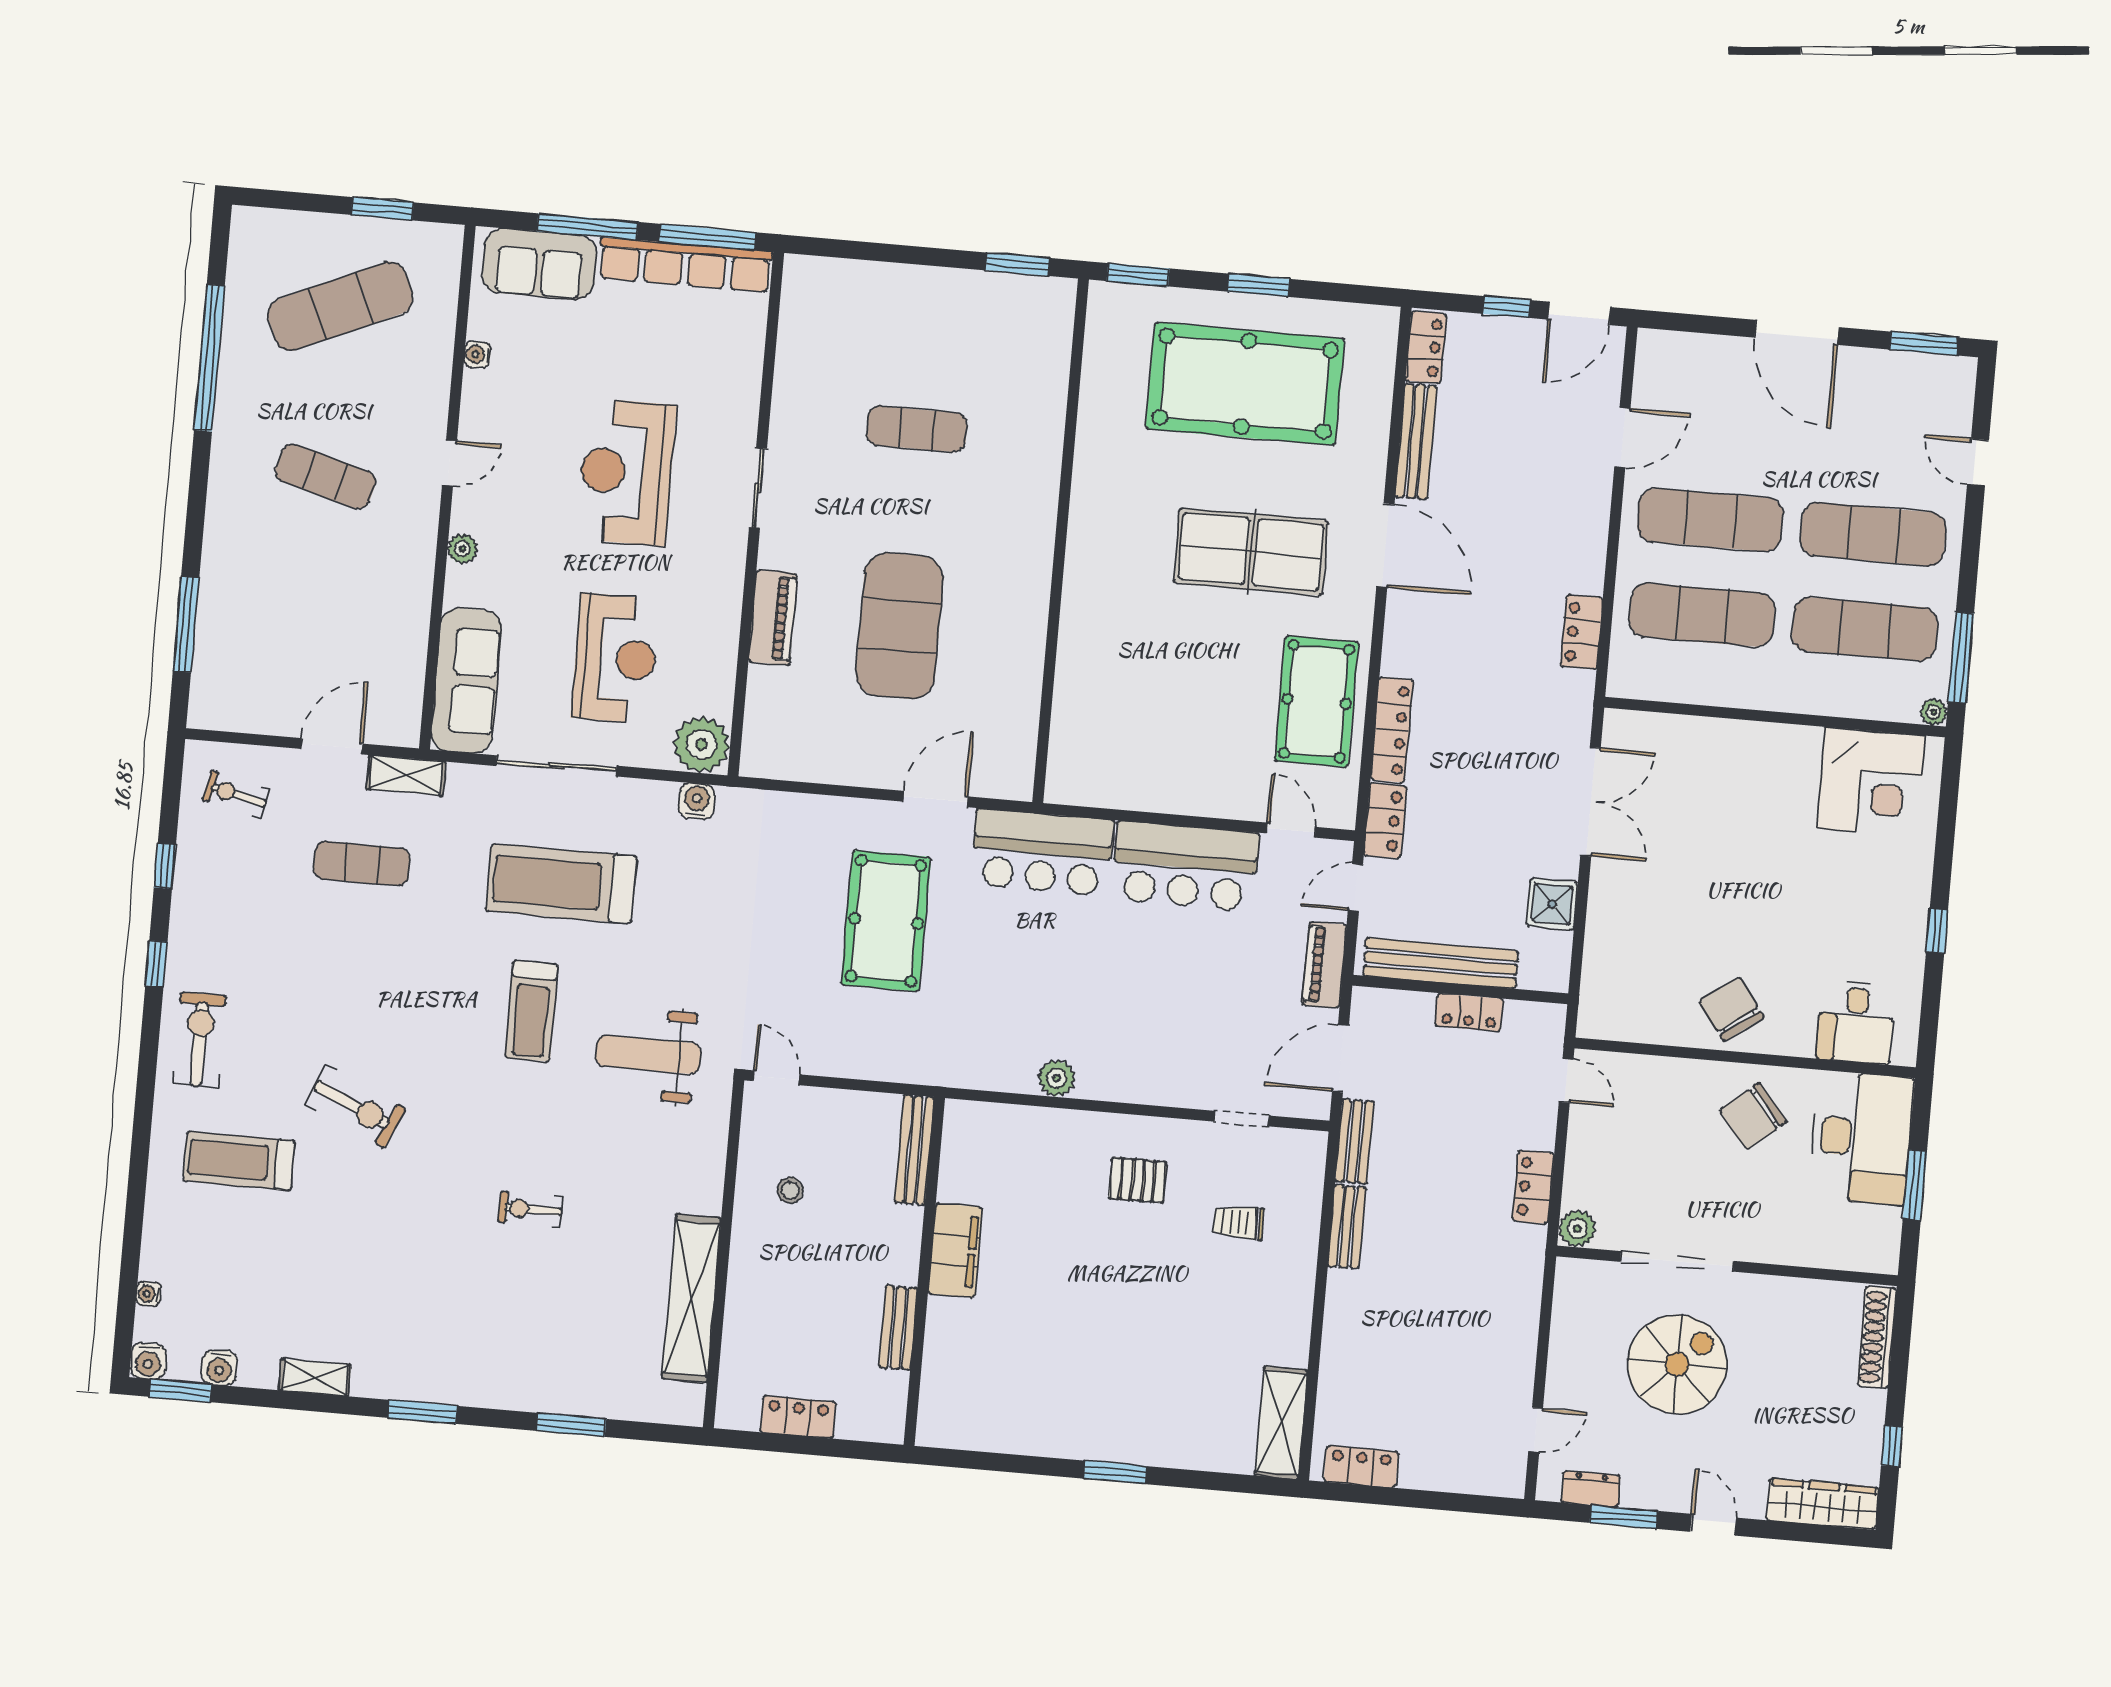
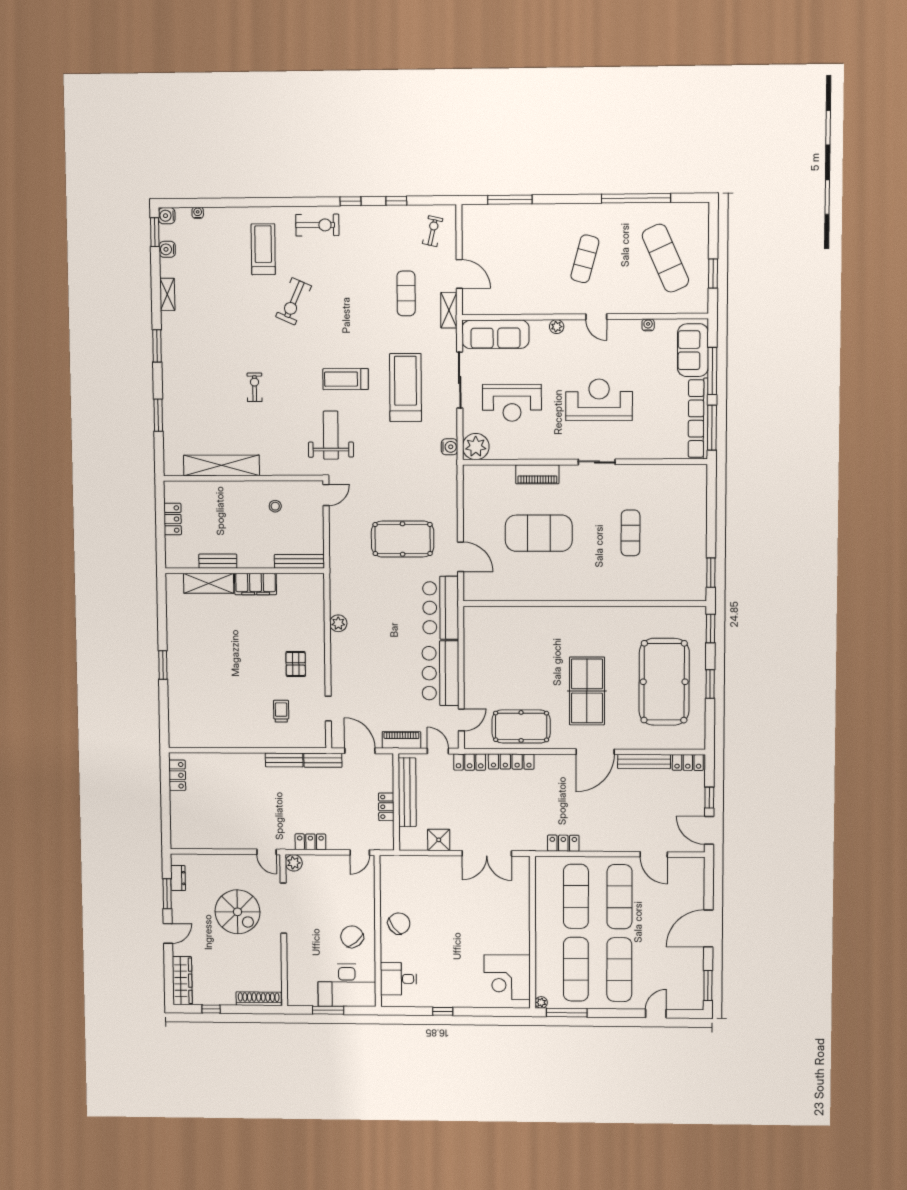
shelving: (1281, 1423) -> (209, 583), moved
door: (1536, 1430) -> (266, 852), moved

